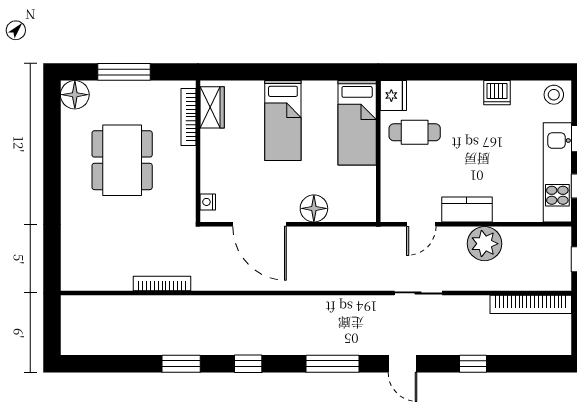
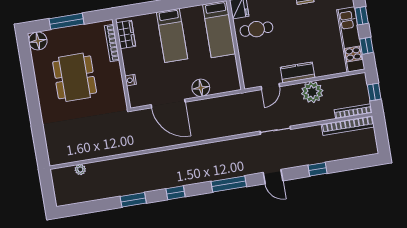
nightstand: (208, 202) -> (131, 80), moved
bookcase: (162, 283) -> (353, 111), moved
plant: (107, 304) -> (80, 169), added

